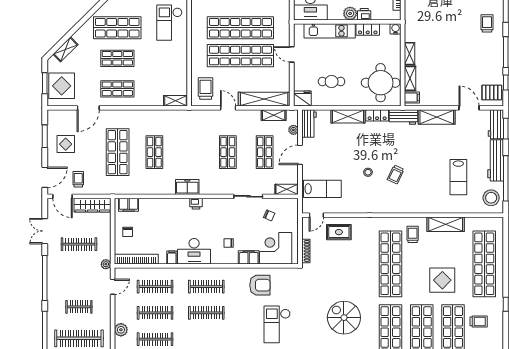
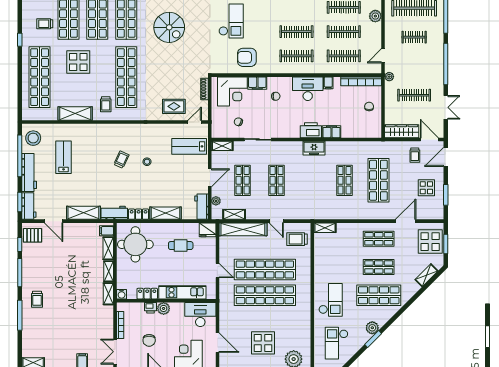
shelving: (410, 29) -> (108, 294), added
trolley: (206, 88) -> (297, 239), turned 90
printer: (196, 204) -> (311, 130), width x1.87, depth x1.48
filing cabinet: (128, 205) -> (331, 132), moved

